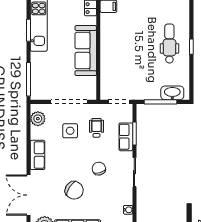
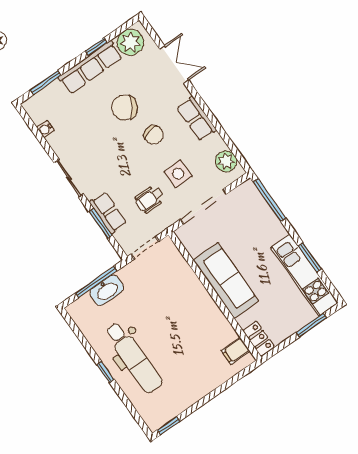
dental chair: (169, 44) -> (134, 358), width x1.36, depth x1.38
washbasin: (172, 93) -> (107, 290), moved
wheelchair: (96, 128) -> (150, 199), turned 90
chair: (99, 169) -> (154, 135), moved
double door: (28, 195) -> (174, 64), width x0.73

